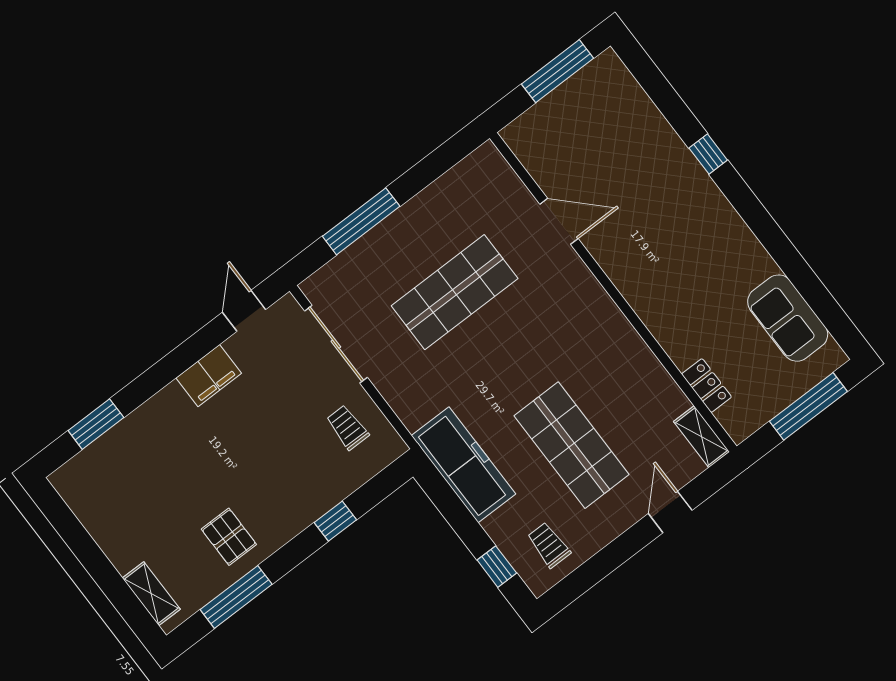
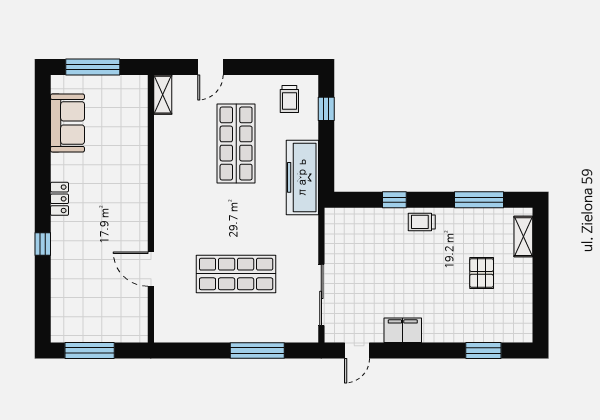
locker: (707, 386) -> (60, 199), moved, turned 180
trolley: (348, 427) -> (422, 222), moved, turned 90
pallet: (229, 537) -> (482, 273), moved

